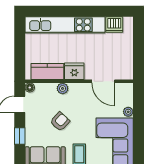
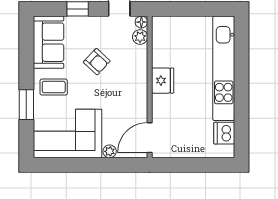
kitchen counter: (47, 72) -> (162, 45), removed
door: (103, 81) -> (150, 138), moved
plant: (63, 88) -> (140, 37), moved

